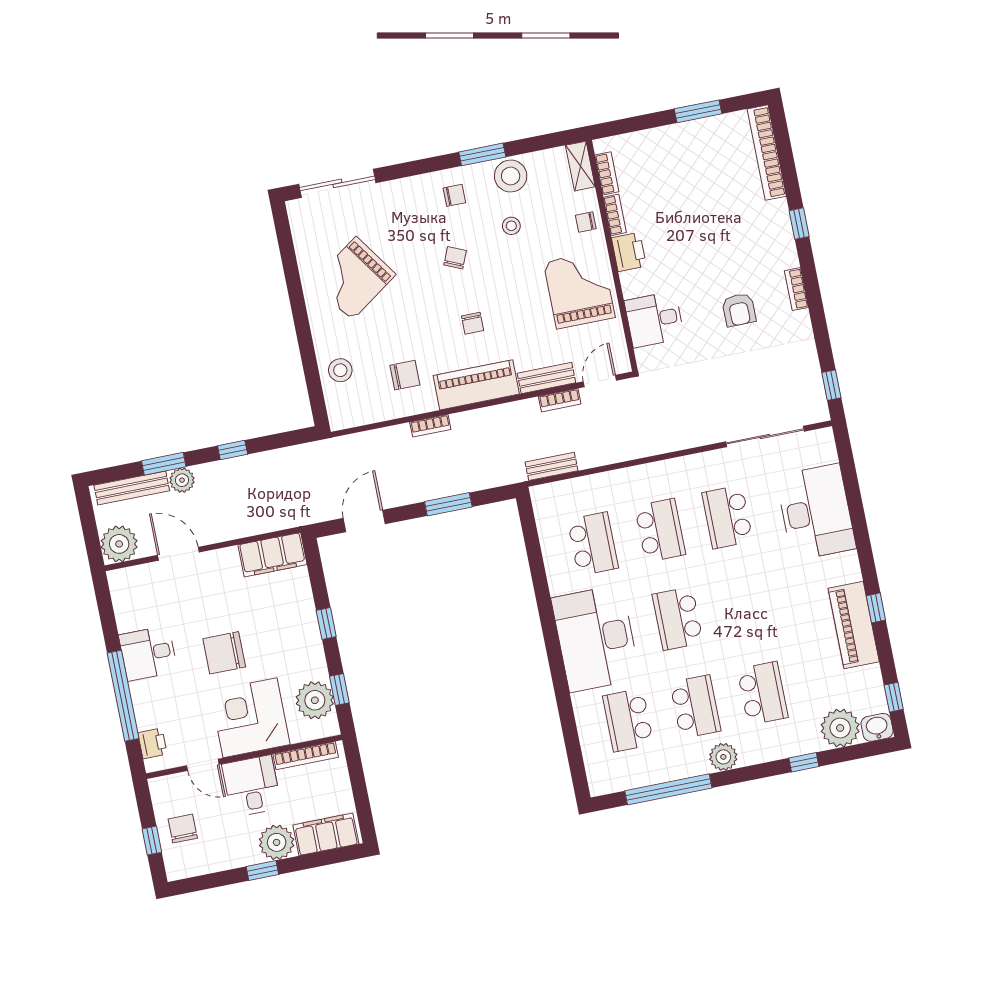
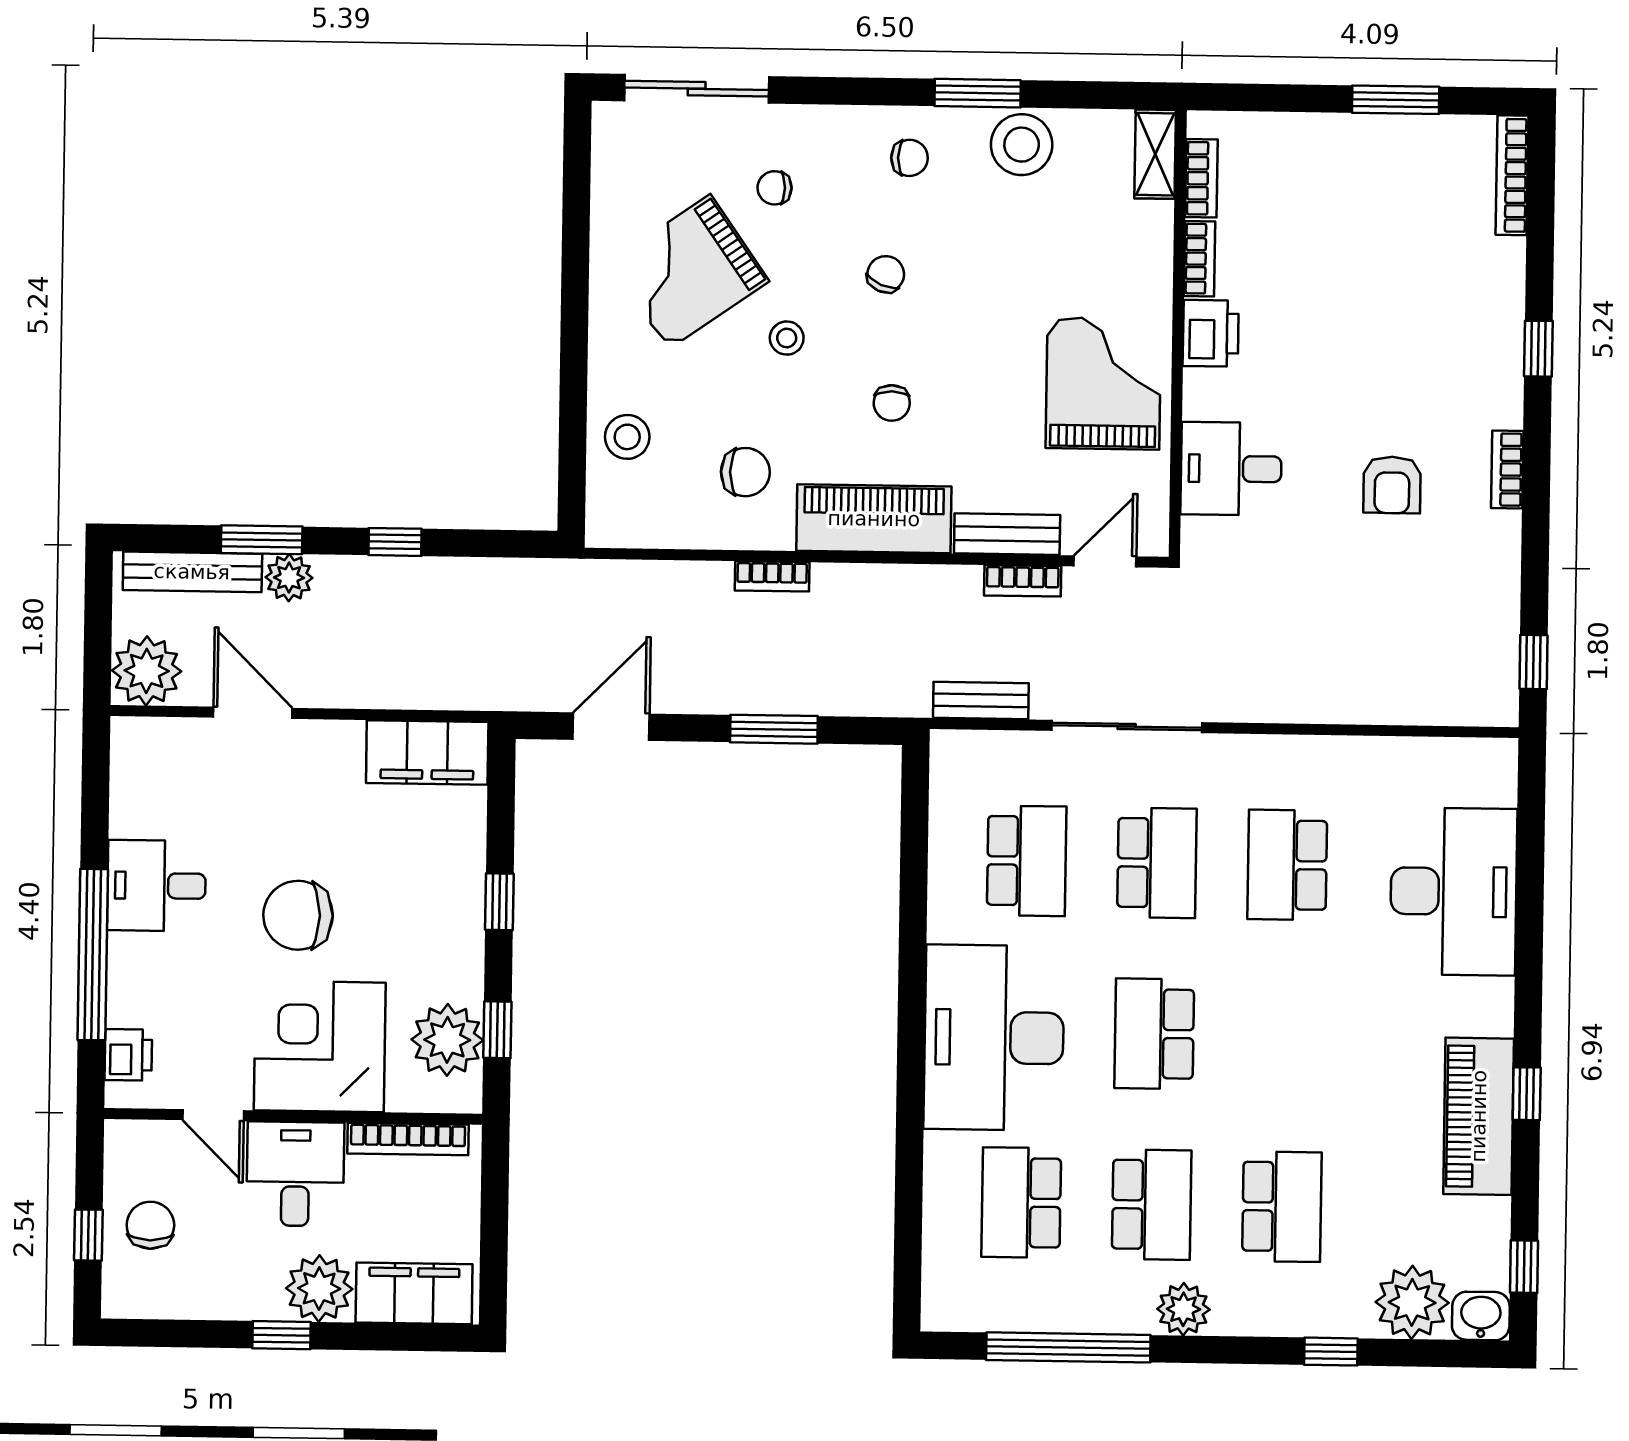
bookcase: (767, 153) -> (1512, 175), width x0.68, depth x0.76
chair: (586, 222) -> (775, 188), moved
stool: (511, 226) -> (787, 338), moved
sliding door: (765, 436) -> (1127, 726), moved

